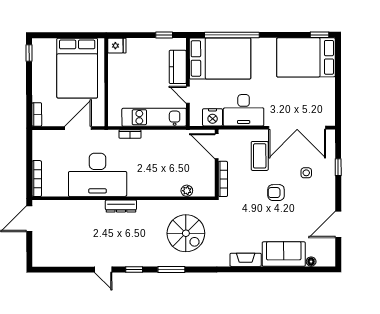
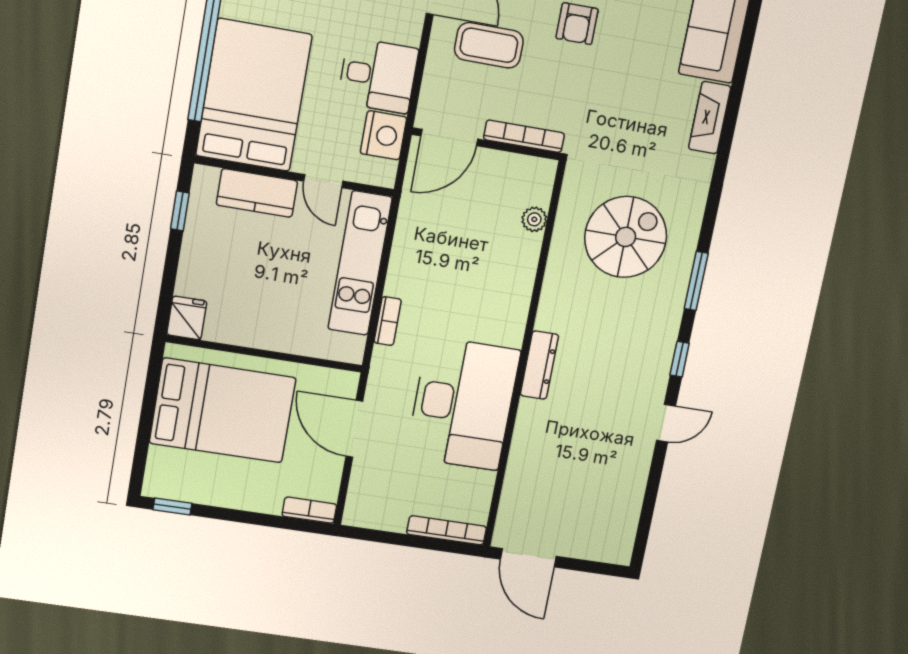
door: (188, 95) -> (323, 181), hinge flipped
desk: (244, 110) -> (378, 75), width x0.73

